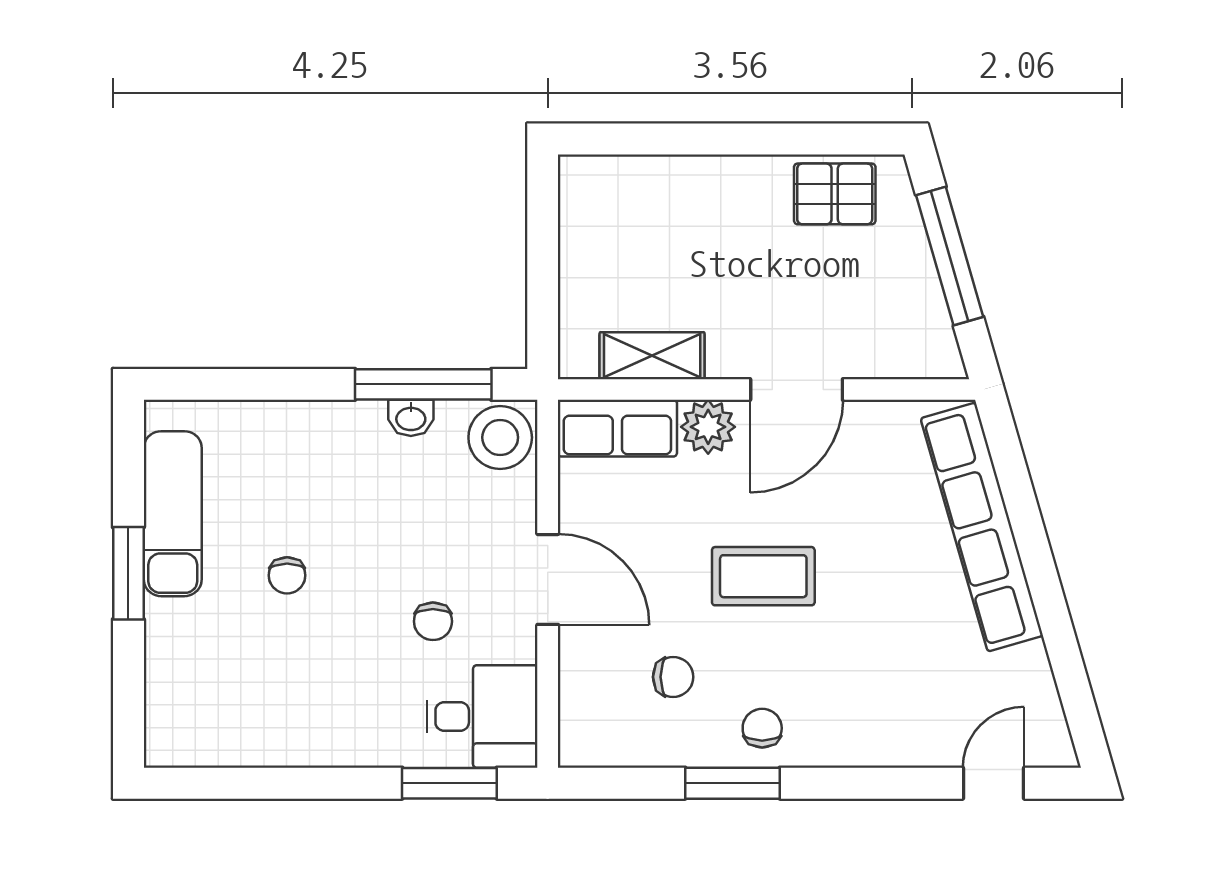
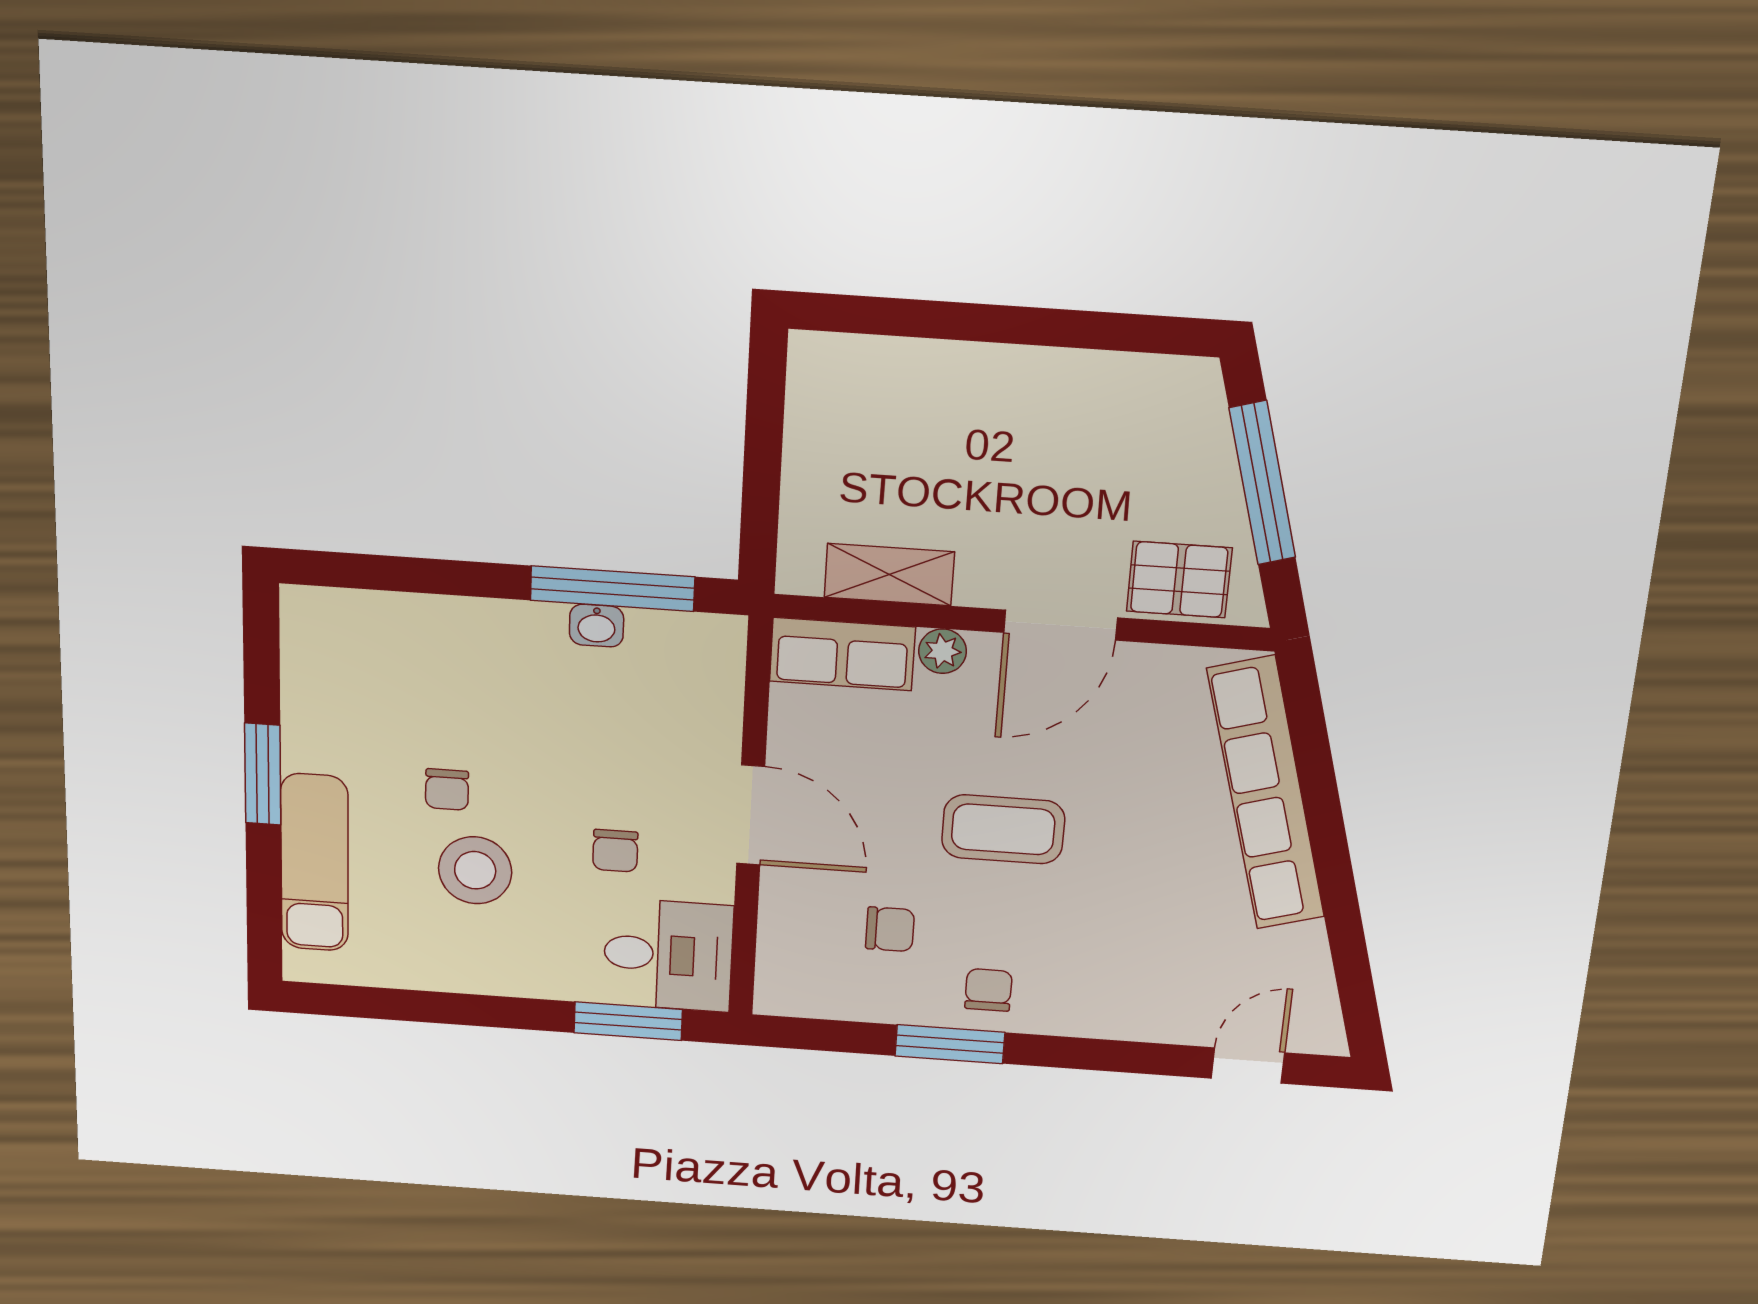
pallet: (835, 194) -> (1179, 580), moved
plant: (708, 427) -> (943, 651), width x0.73, depth x0.73
stool: (500, 437) -> (475, 870), moved
exam couch: (173, 514) -> (315, 863), moved

